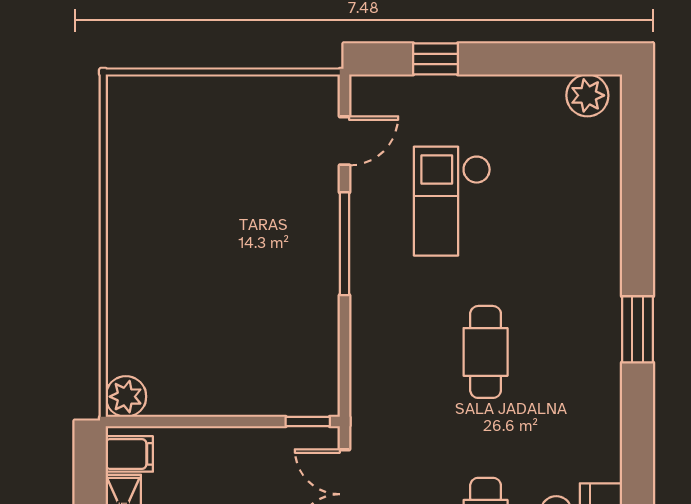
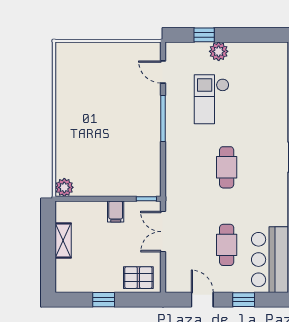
plant: (587, 95) -> (219, 51), moved
door: (344, 141) -> (163, 72), swing flipped
filing cabinet: (129, 454) -> (116, 212), moved, turned 90

